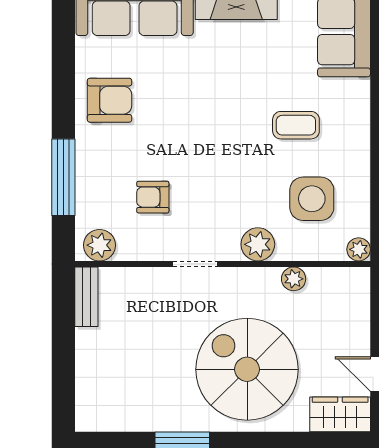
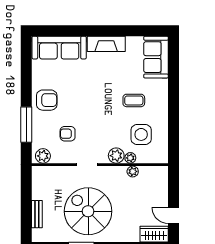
armchair: (110, 100) -> (47, 100), moved
plant: (359, 249) -> (130, 158), moved
bench: (86, 297) -> (37, 214), moved
spiral stairs: (247, 369) -> (88, 211), moved

